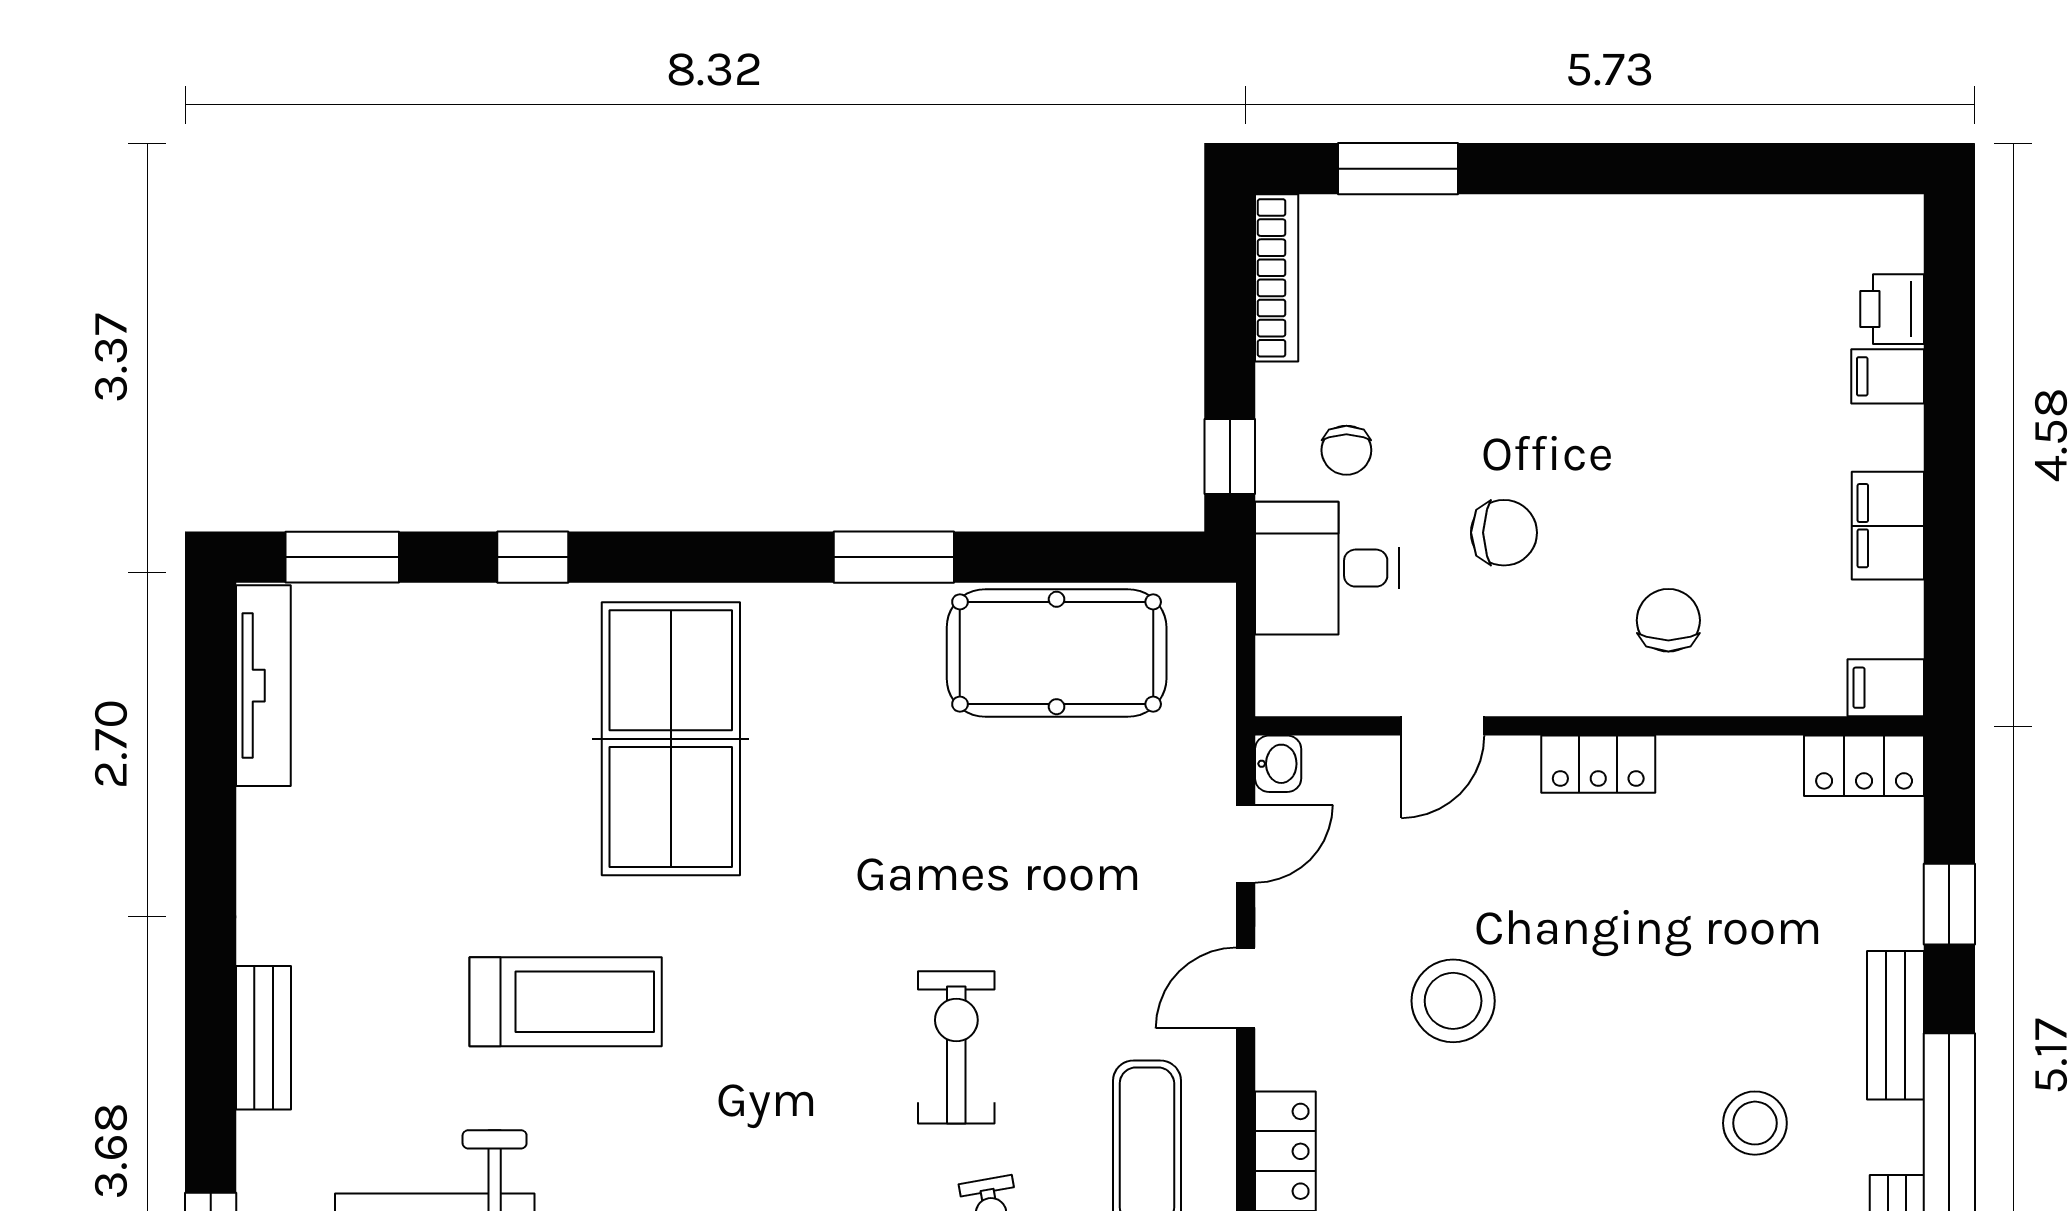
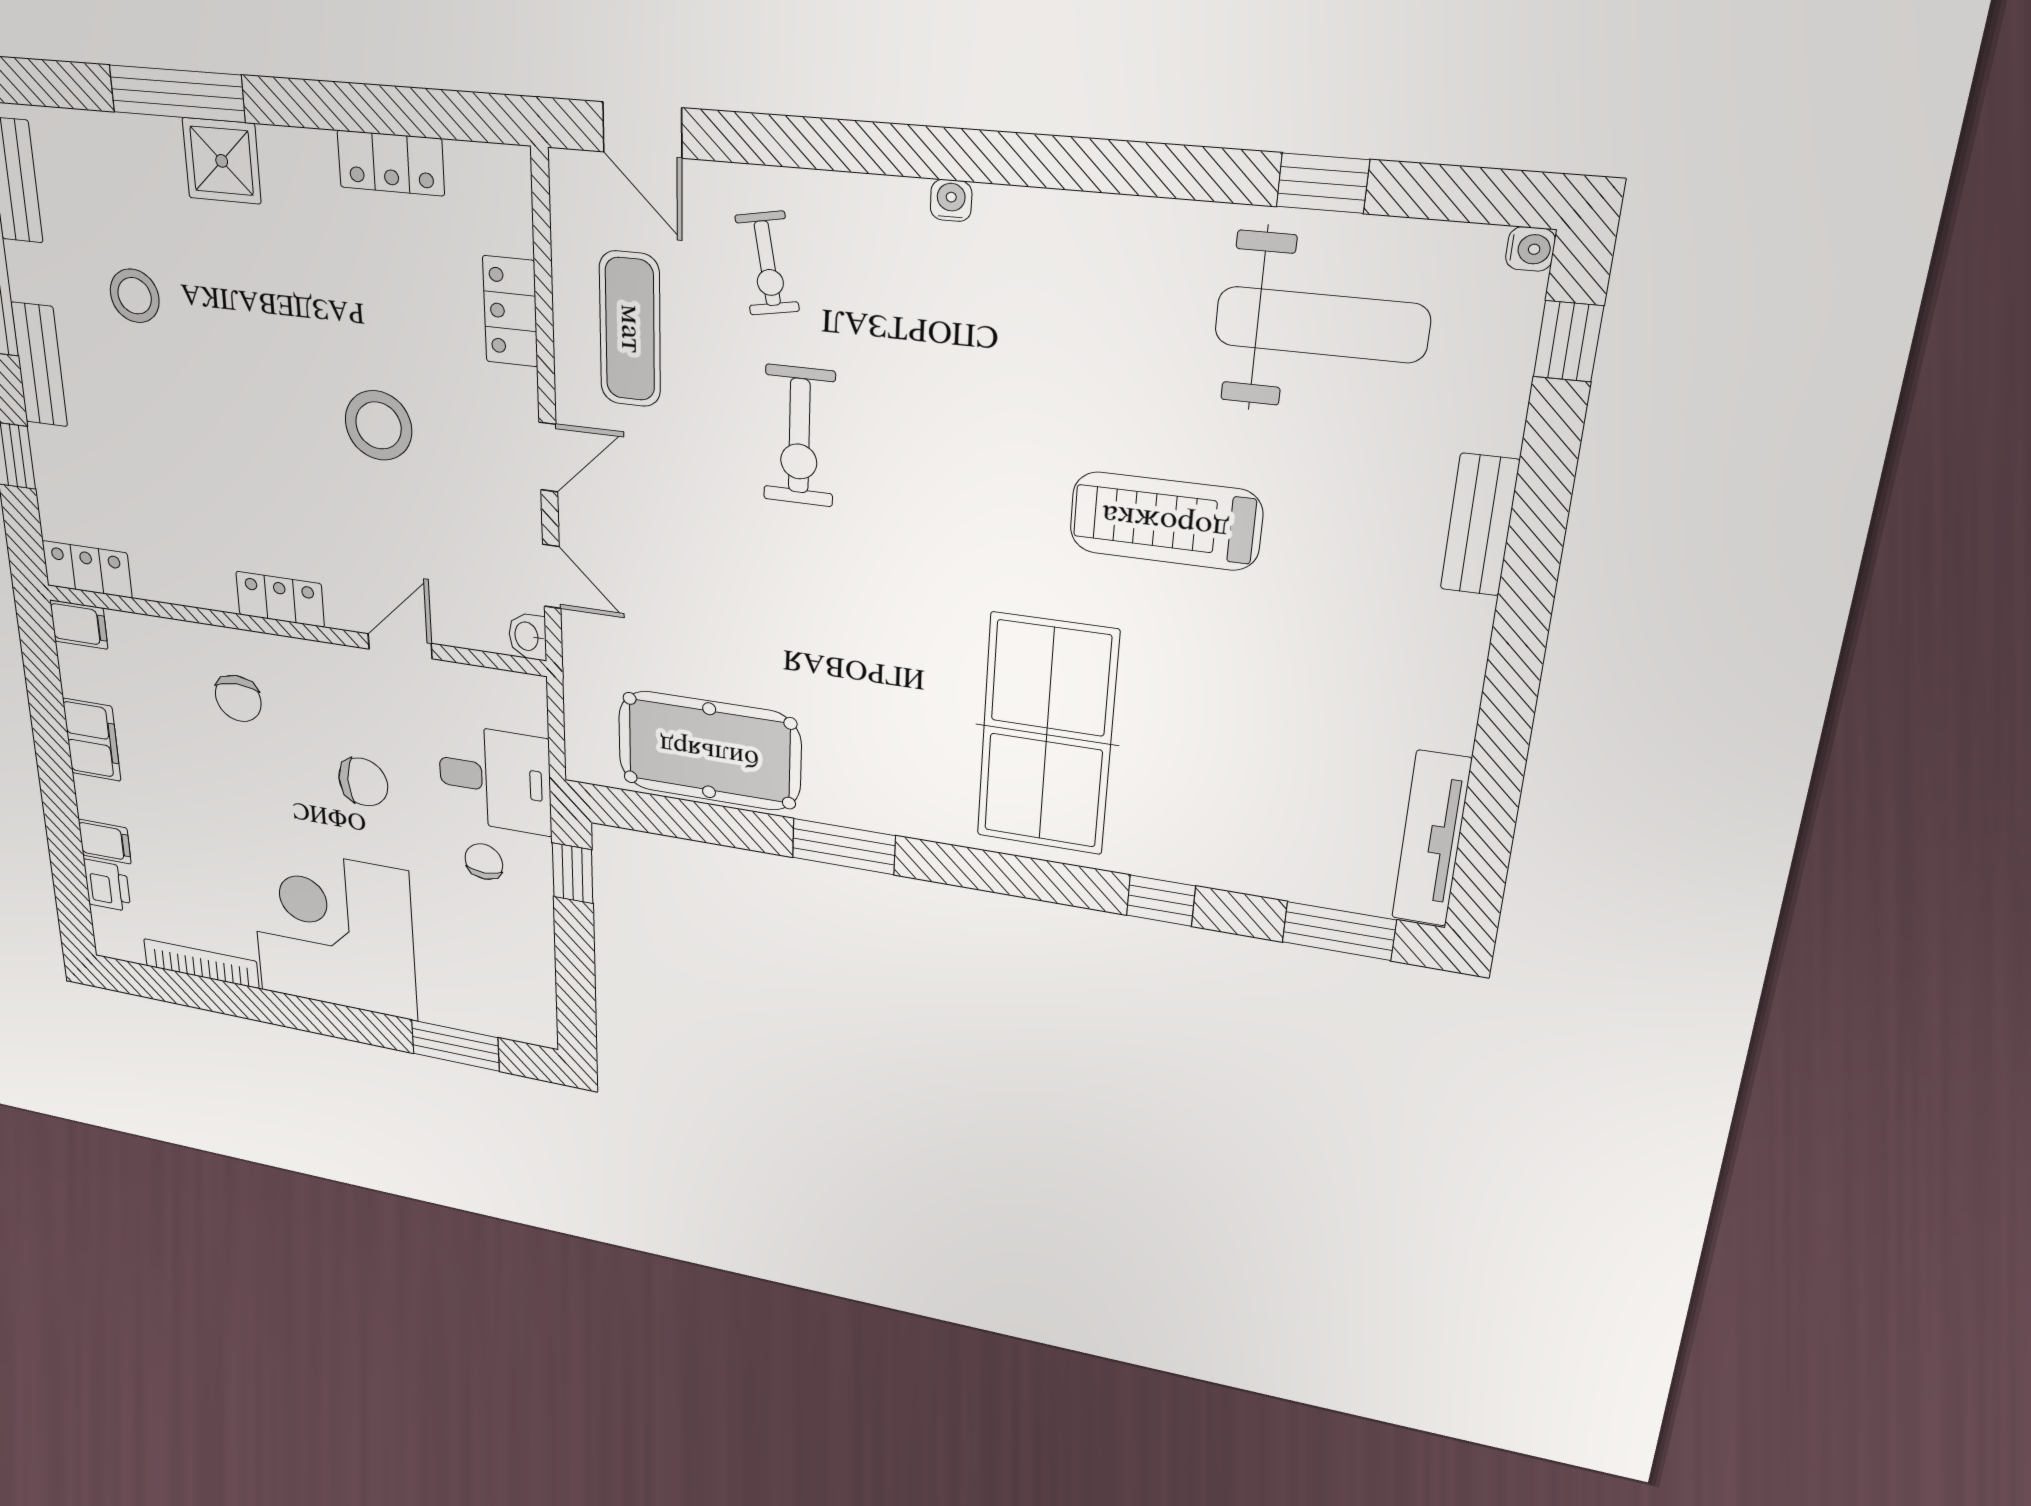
bookcase: (1277, 278) -> (201, 963), moved, turned 90
corner desk: (1561, 306) -> (334, 932), added
chair: (1504, 533) -> (363, 782), turned 180
door: (1246, 844) -> (552, 576), swing flipped

